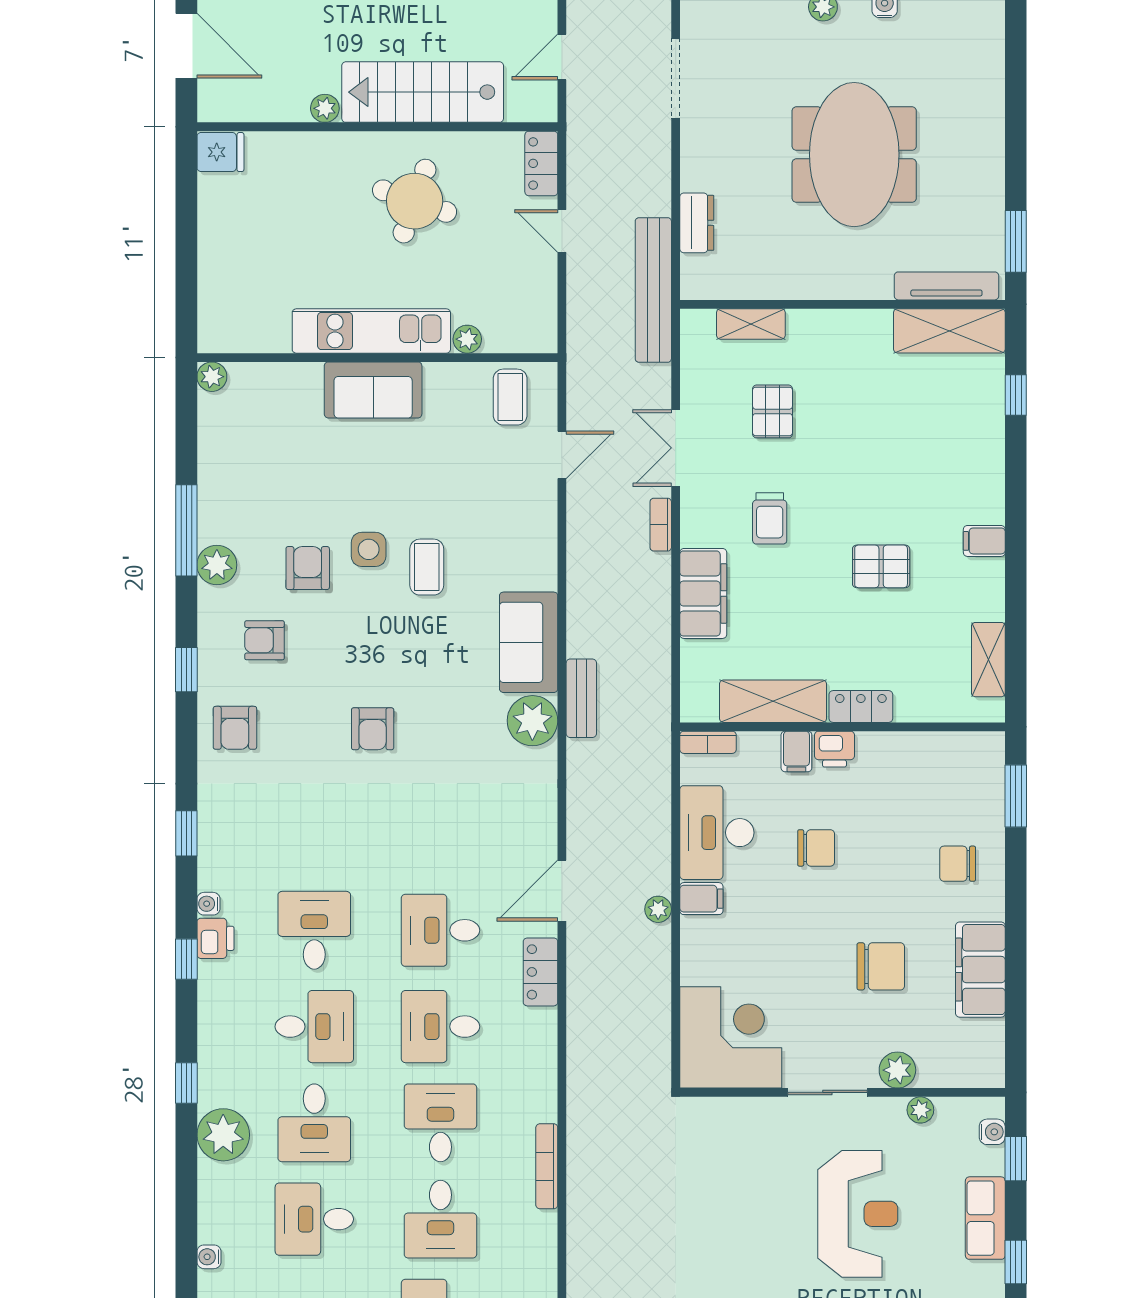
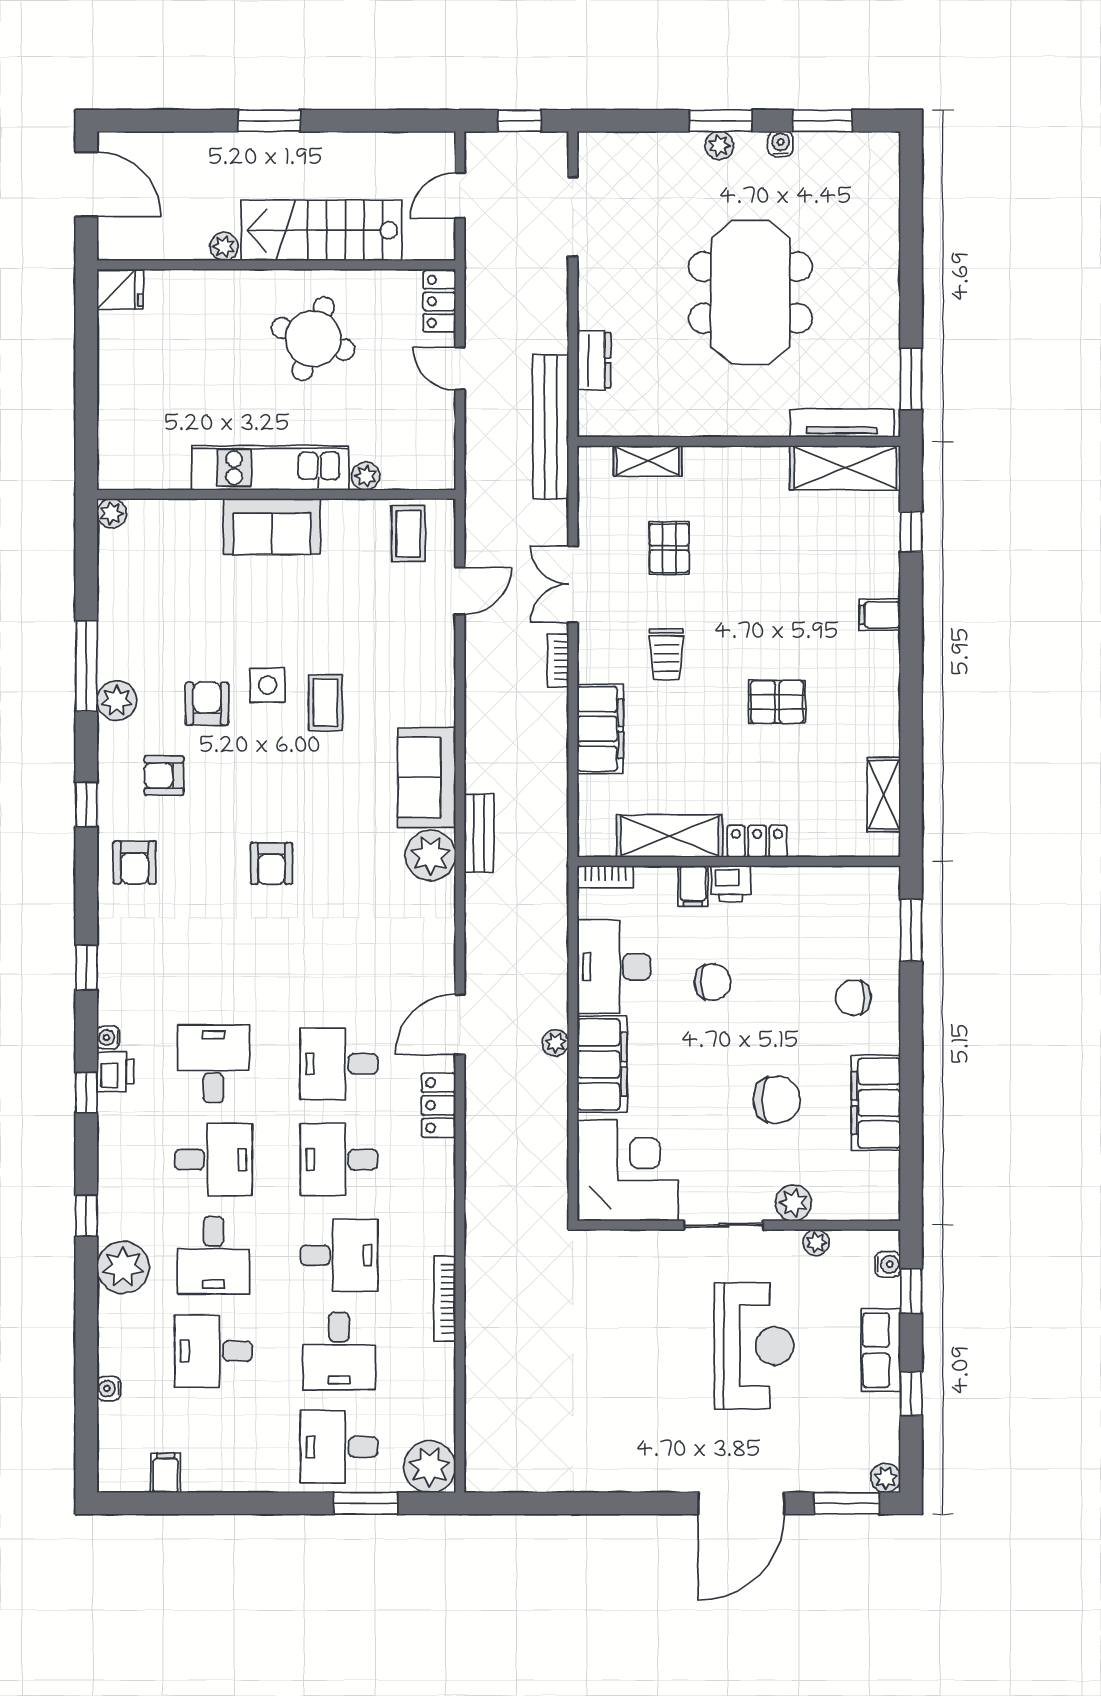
filing cabinet: (984, 541) -> (880, 615), moved
filing cabinet: (701, 899) -> (602, 1064), width x3.00, depth x1.17
desk: (440, 1123) -> (339, 1255), turned 90

